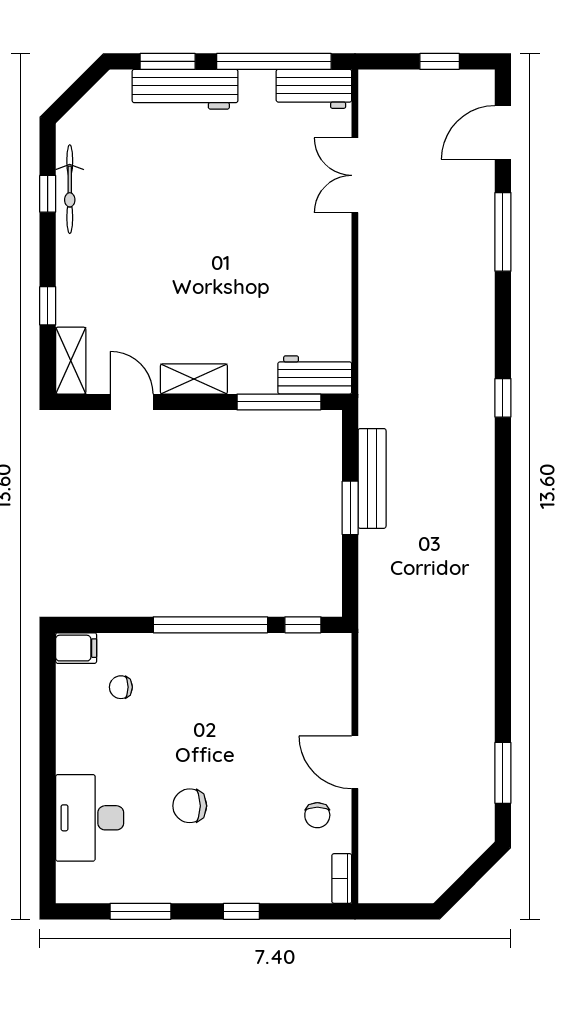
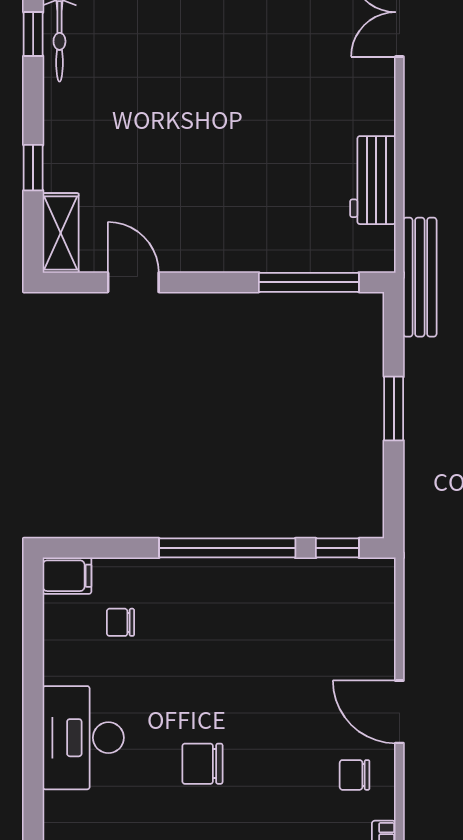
workbench: (315, 375) -> (373, 180), moved, turned -90
shelving: (194, 379) -> (207, 255), removed
bench: (372, 478) -> (420, 277), moved
chair: (317, 815) -> (355, 775), turned 90
desk: (90, 818) -> (83, 738), moved

